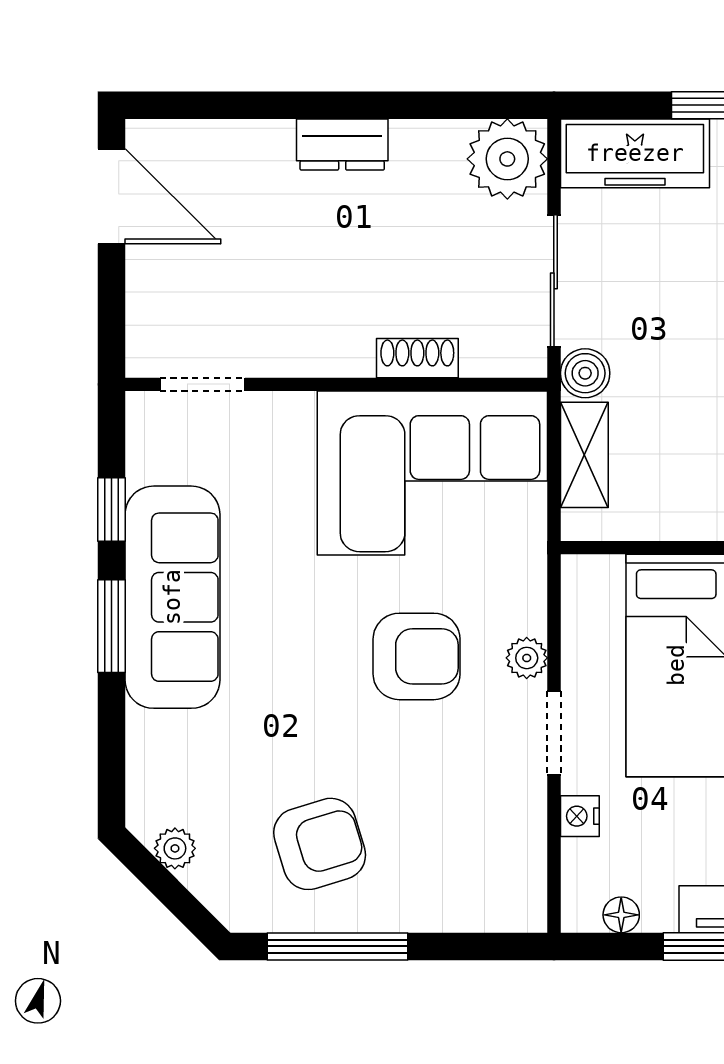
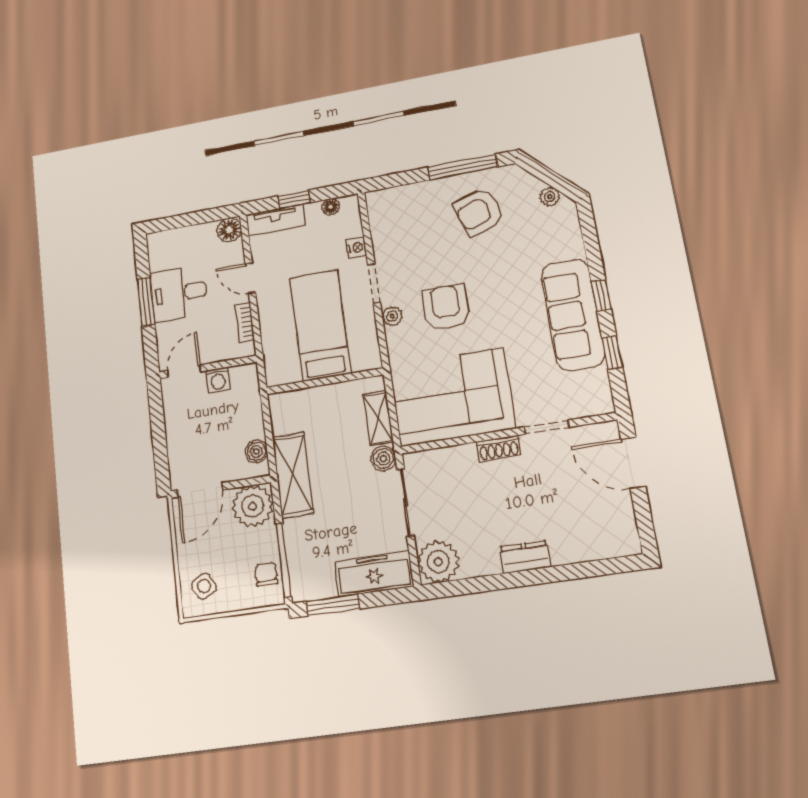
door: (112, 196) -> (633, 463), moved
shoe rack: (417, 358) -> (499, 448), moved
doorway: (202, 384) -> (547, 427), moved
window: (112, 626) -> (601, 295), width x0.67
armchair: (417, 656) -> (446, 308), turned 90

